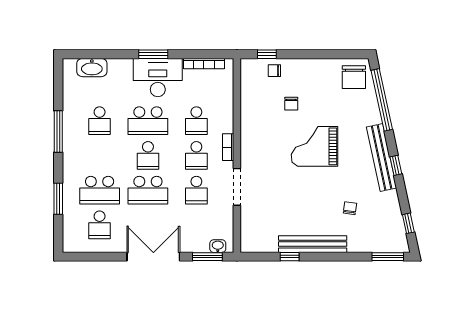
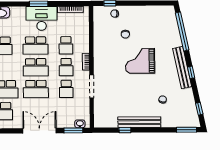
chair: (354, 77) -> (165, 17), removed
school desk: (148, 155) -> (36, 67), width x1.85

